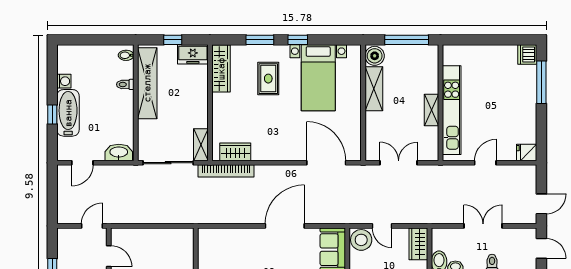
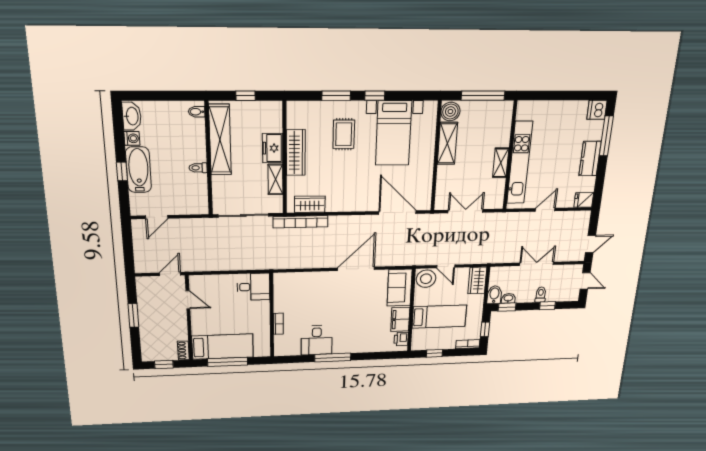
freezer: (193, 54) -> (273, 148), moved, turned 90
wardrobe: (221, 69) -> (296, 153), moved
toilet: (125, 84) -> (198, 168), moved
kitchen counter: (527, 106) -> (590, 159), added
shelving: (201, 145) -> (276, 179), moved
washbasin: (119, 152) -> (132, 116), moved, turned 90
desk: (177, 243) -> (253, 287), added

